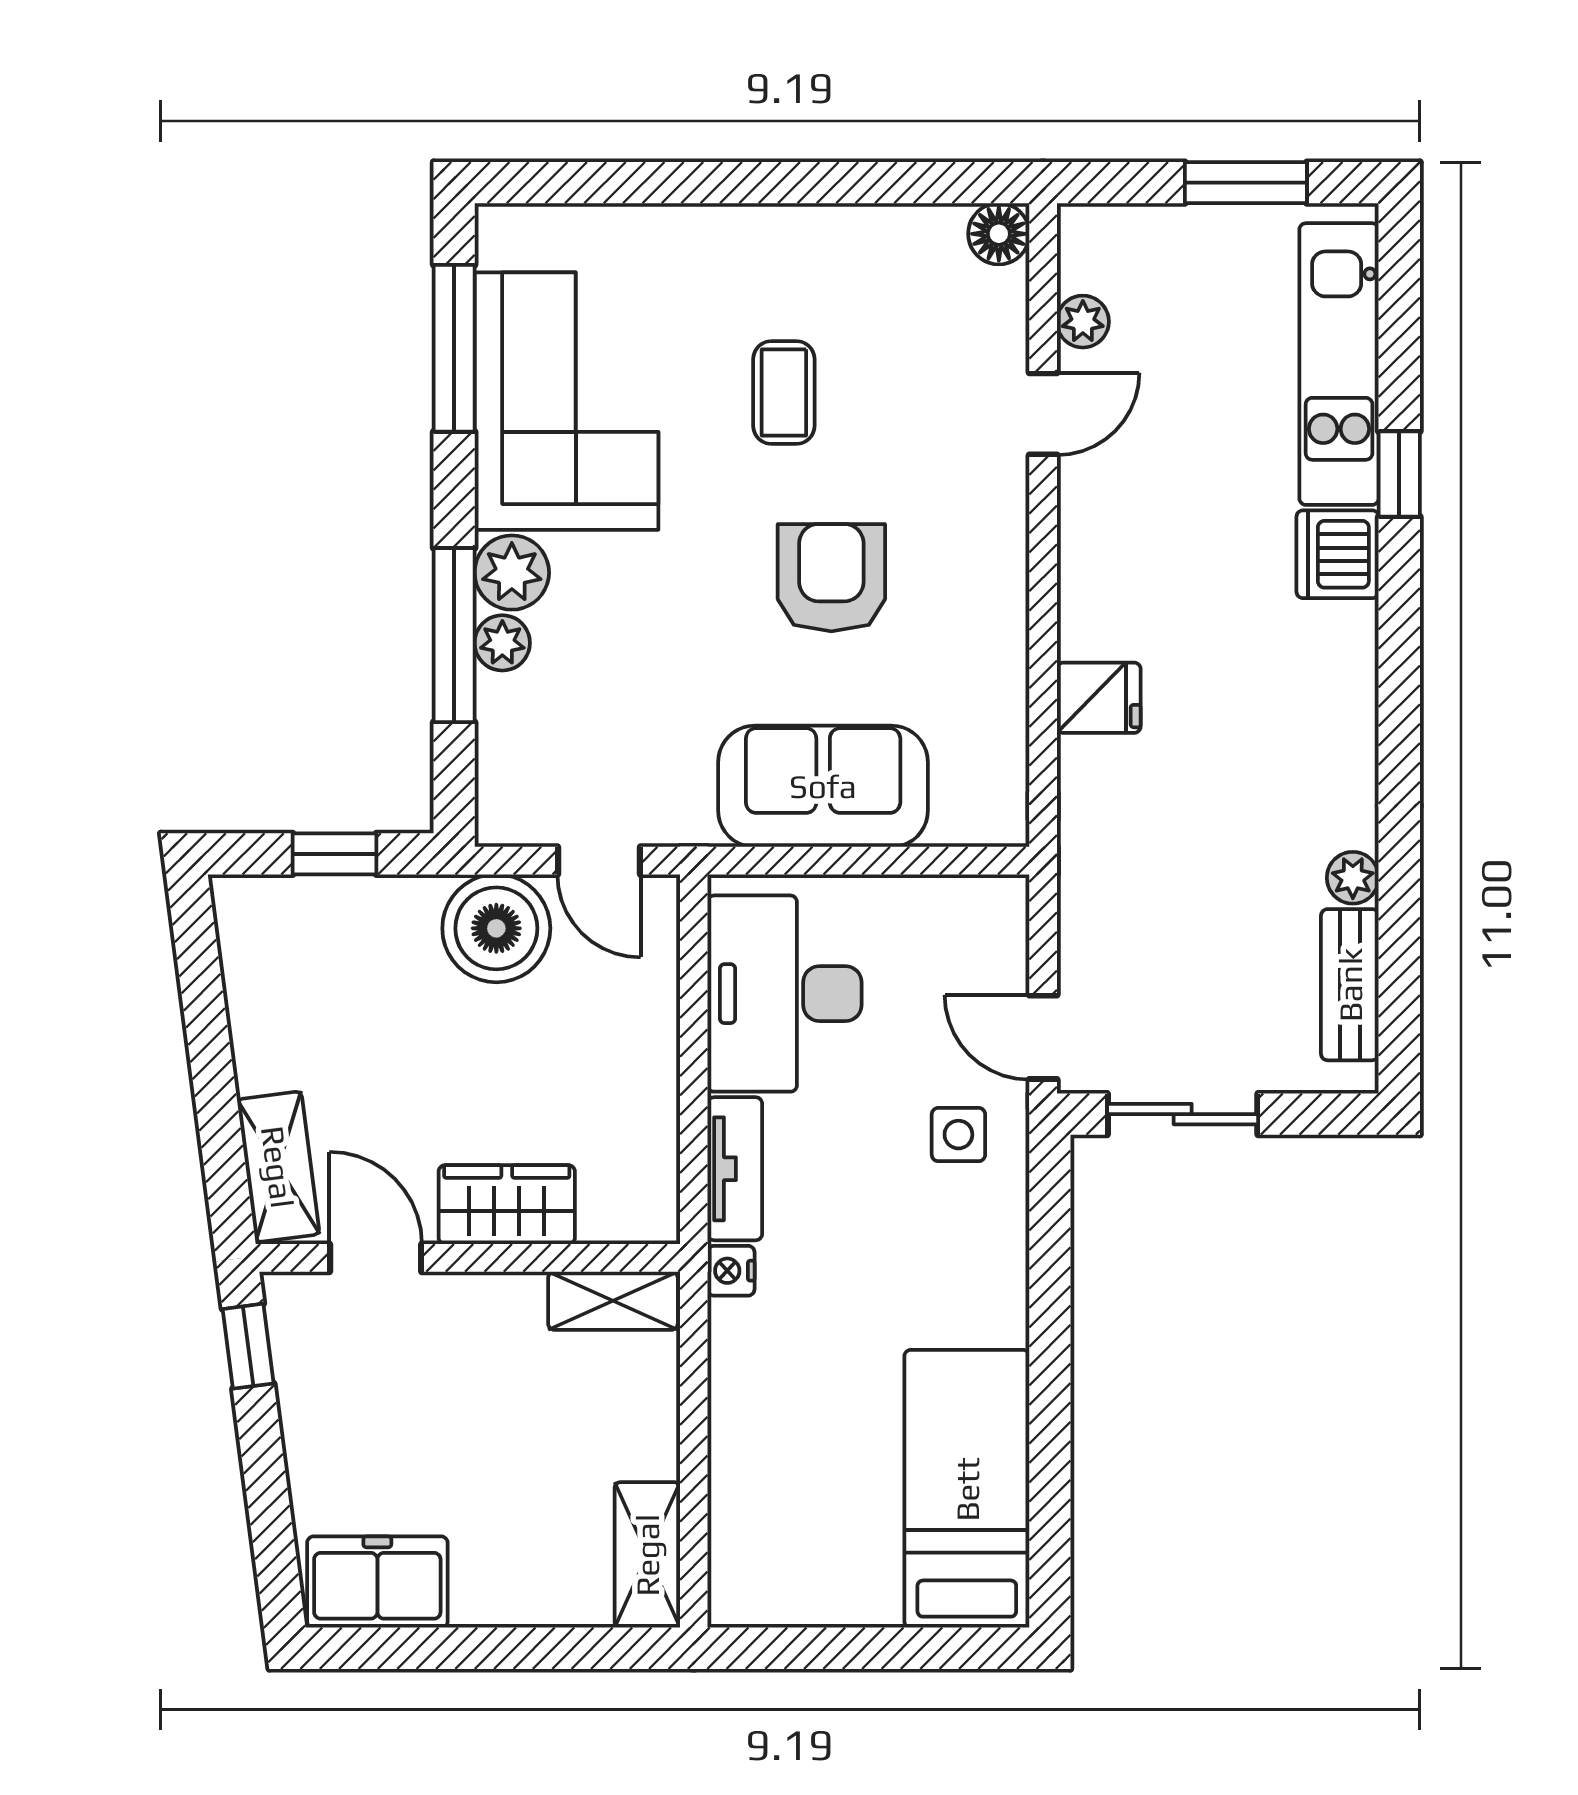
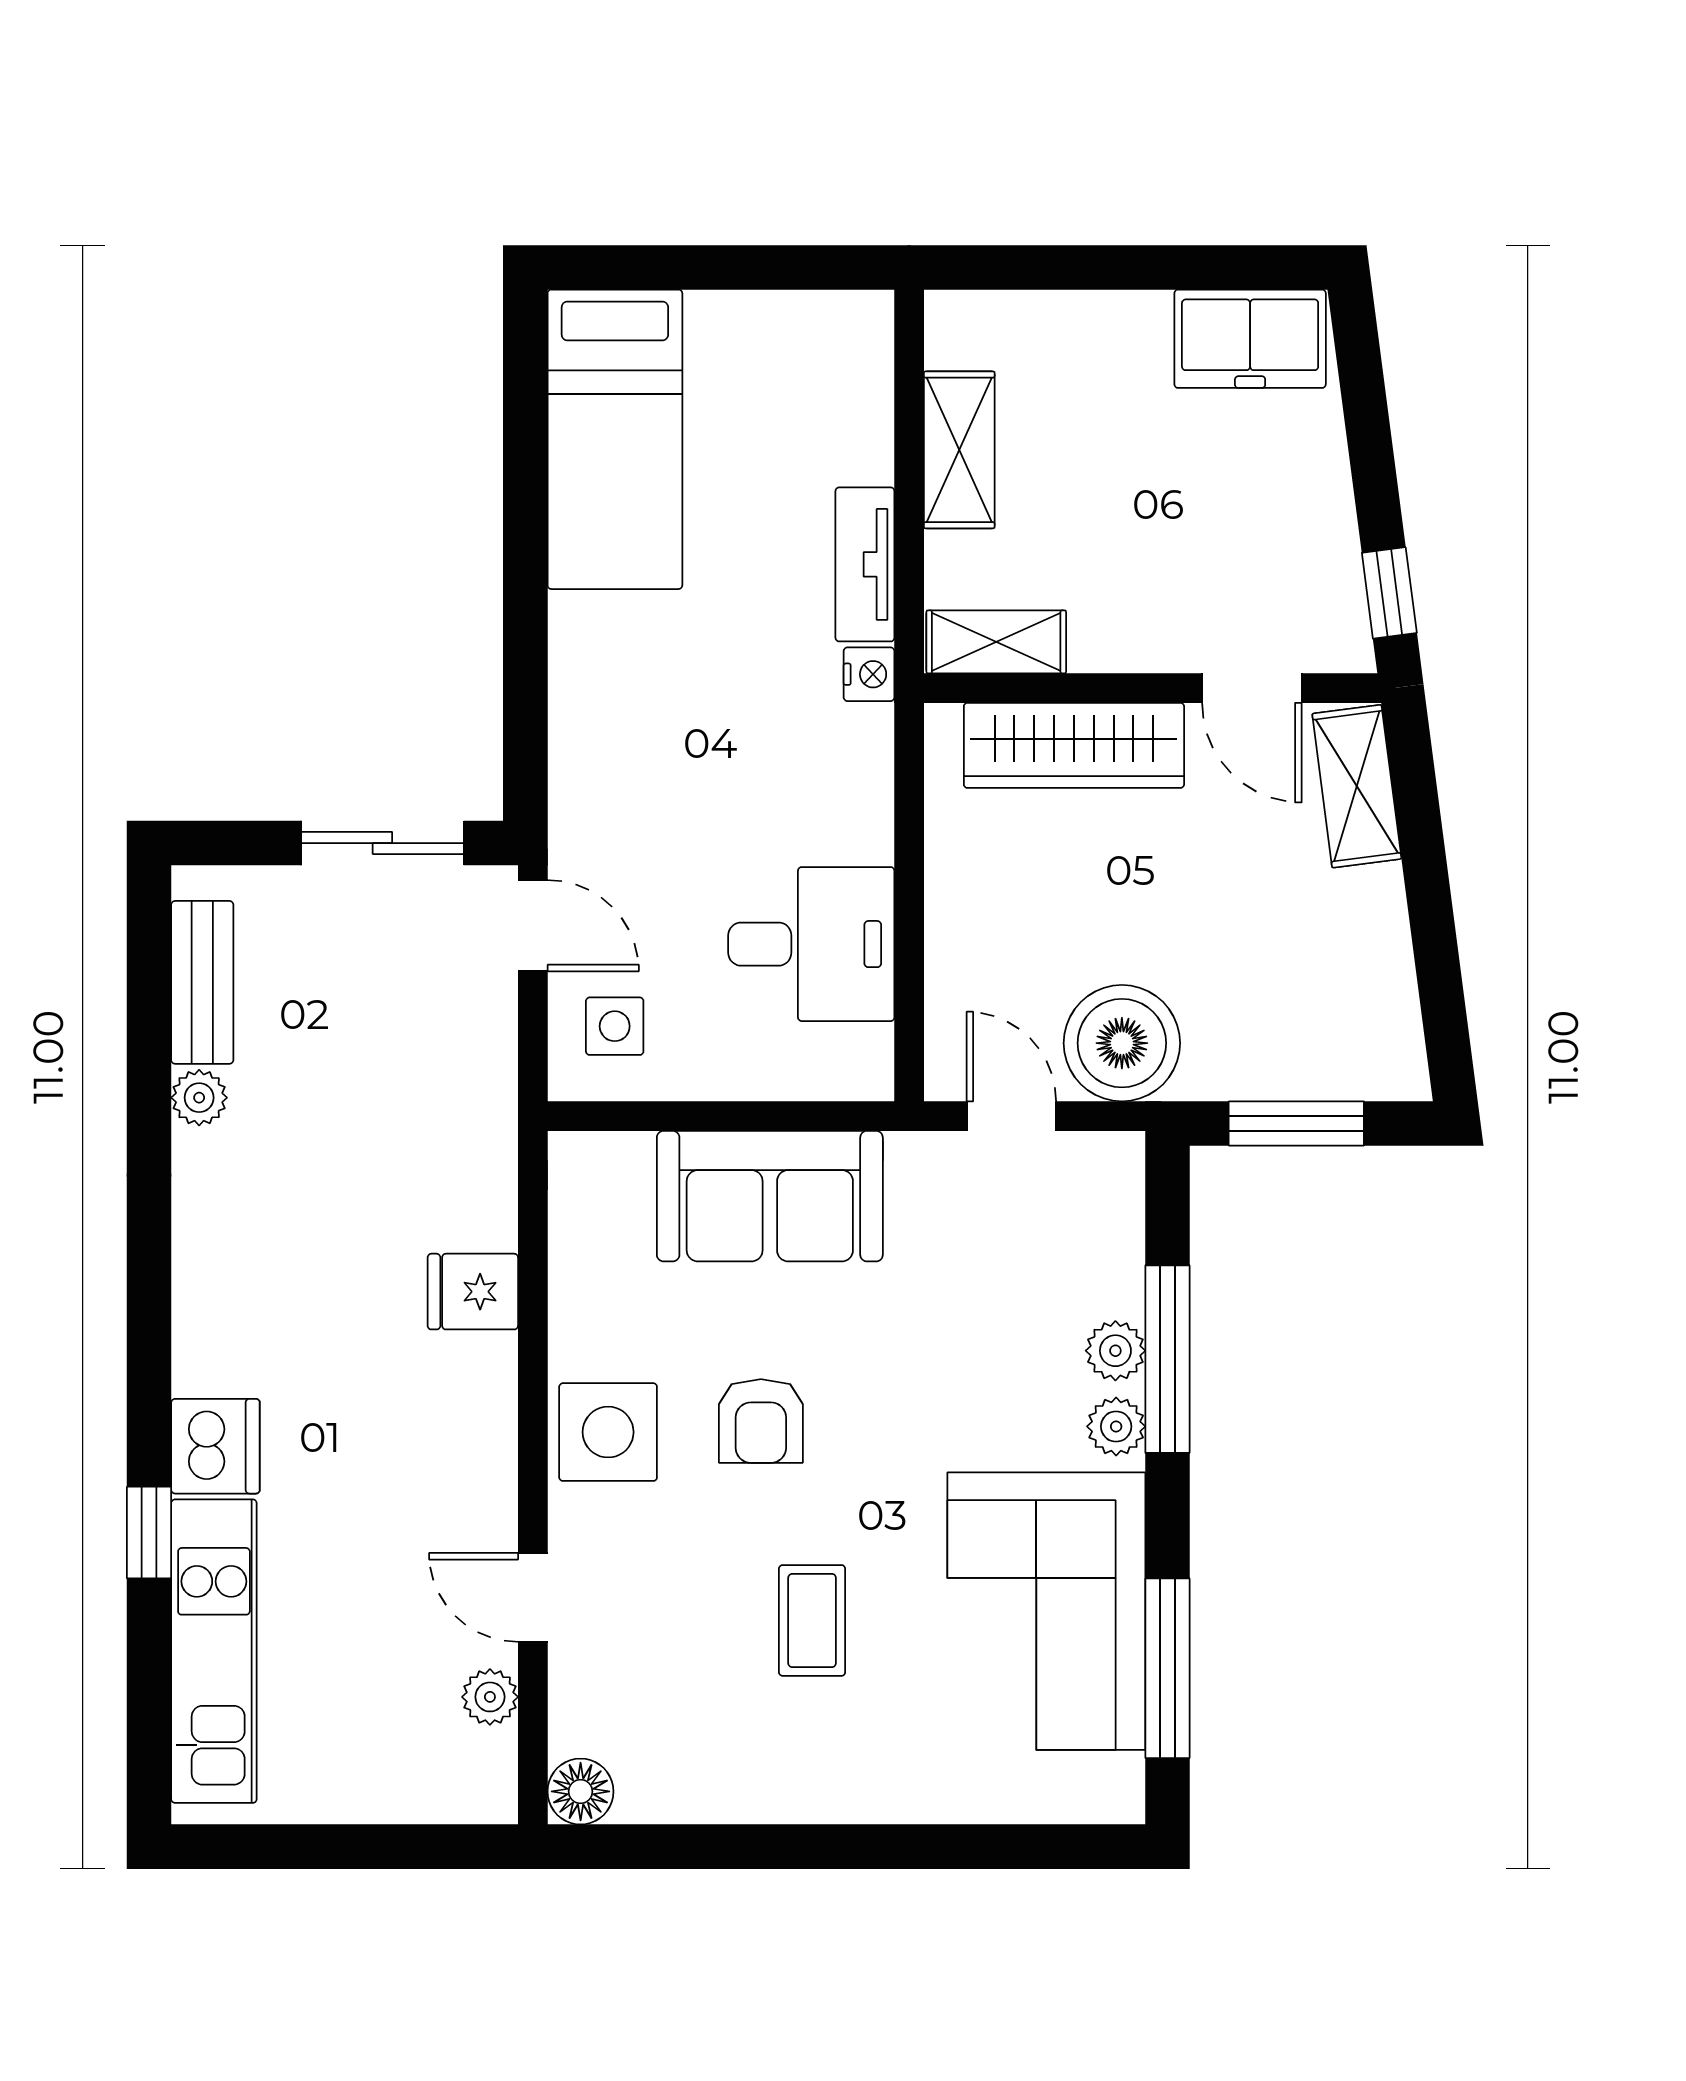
window: (1246, 183) -> (314, 1847), removed
door: (1043, 414) -> (533, 1597), hinge flipped
side table: (973, 567) -> (608, 1432), added
plant: (512, 573) -> (1116, 1426), width x0.73, depth x0.73
armchair: (831, 578) -> (761, 1421), width x0.72, depth x0.72
window: (334, 854) -> (1296, 1123), width x1.50
desk: (785, 994) -> (811, 944), width x0.73
side table: (958, 1135) -> (615, 1026), moved
tv unit: (735, 1169) -> (865, 564), moved
wardrobe: (507, 1205) -> (1074, 745), width x1.50
shelving: (647, 1555) -> (959, 450), moved

